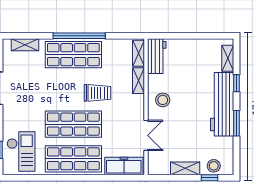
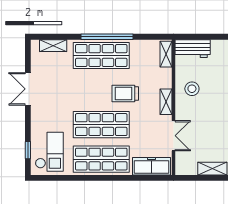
workbench: (157, 56) -> (193, 49), moved, turned 90
shelving: (138, 81) -> (166, 102), moved
trolley: (98, 93) -> (125, 94), turned 180
stool: (163, 100) -> (192, 89), moved

